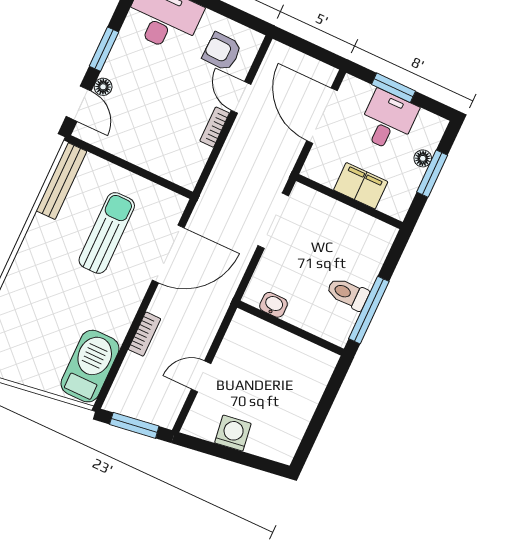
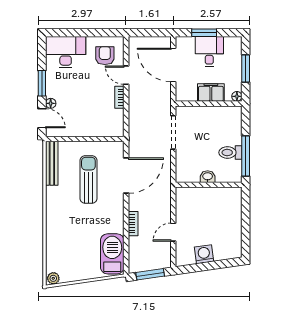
armchair: (222, 52) -> (105, 56), turned 88
floor lamp: (423, 158) -> (237, 96), moved
washbasin: (274, 305) -> (208, 177), moved

